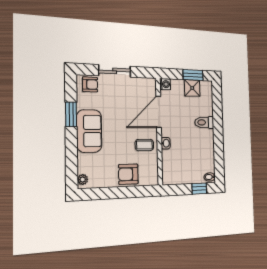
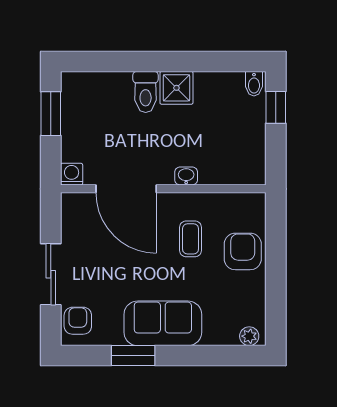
shower: (192, 88) -> (176, 88), moved
coffee table: (144, 145) -> (191, 239), moved
armchair: (128, 174) -> (243, 251), turned 180

